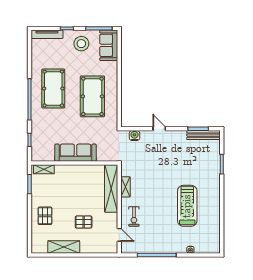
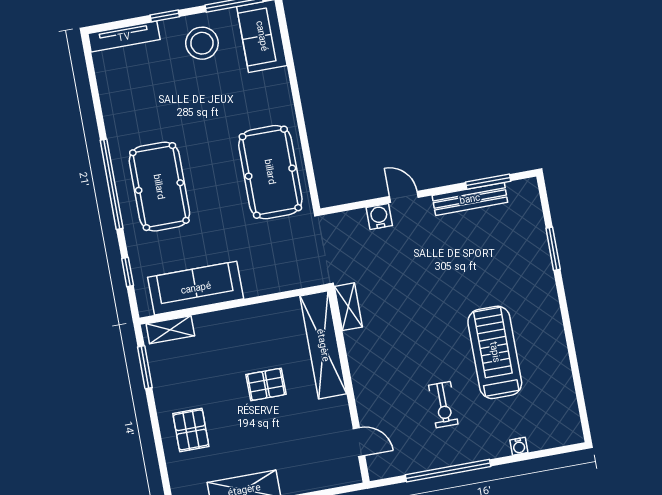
pool table: (53, 89) -> (159, 187), moved
pool table: (92, 96) -> (270, 172), moved
bench: (204, 135) -> (470, 199), moved
water cooler: (135, 136) -> (379, 216), moved
sofa: (76, 153) -> (196, 288), moved
shelving: (125, 187) -> (348, 307), moved
exercise bike: (134, 217) -> (443, 405), moved
pallet: (84, 222) -> (266, 384), moved

